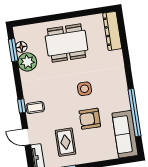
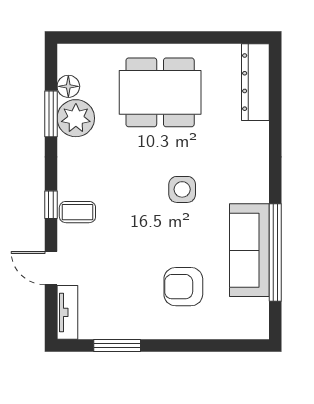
window: (13, 50) -> (51, 114), moved
armchair: (90, 119) -> (183, 287), moved
sofa: (125, 134) -> (249, 250), moved
rug: (66, 142) -> (128, 291), removed

